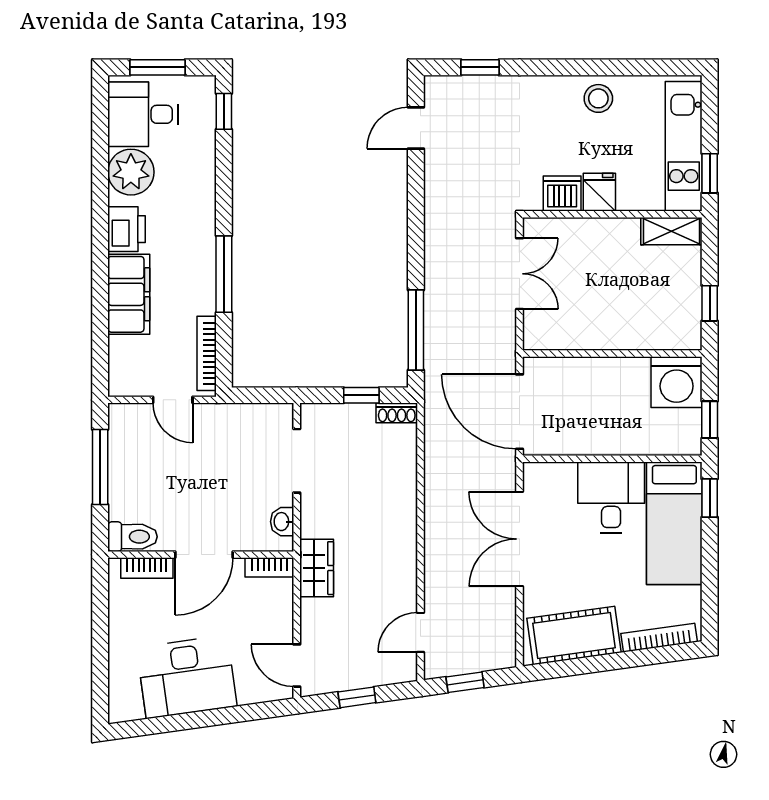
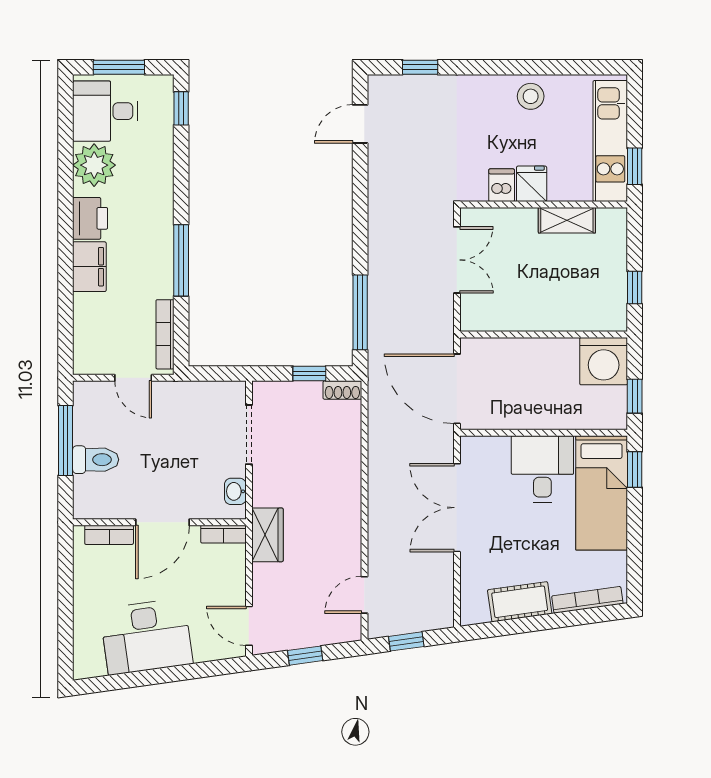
dishwasher: (562, 194) -> (502, 185), width x0.73
shelving: (671, 231) -> (567, 220), moved
filing cabinet: (129, 294) -> (89, 267), width x0.67, depth x0.86
toilet: (132, 537) -> (96, 460), moved
cot: (574, 635) -> (520, 602), width x0.73, depth x0.75

